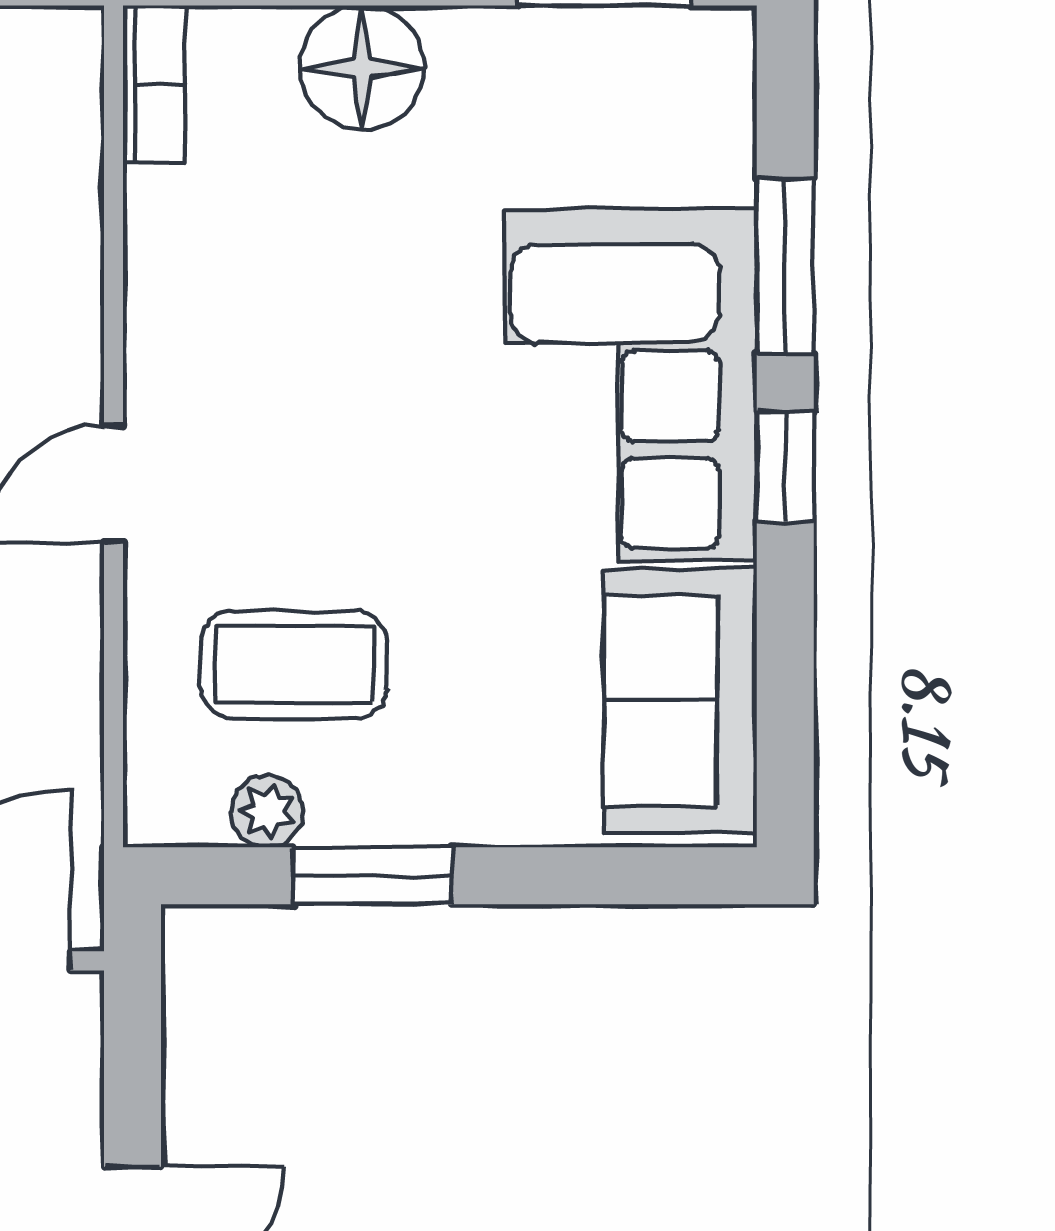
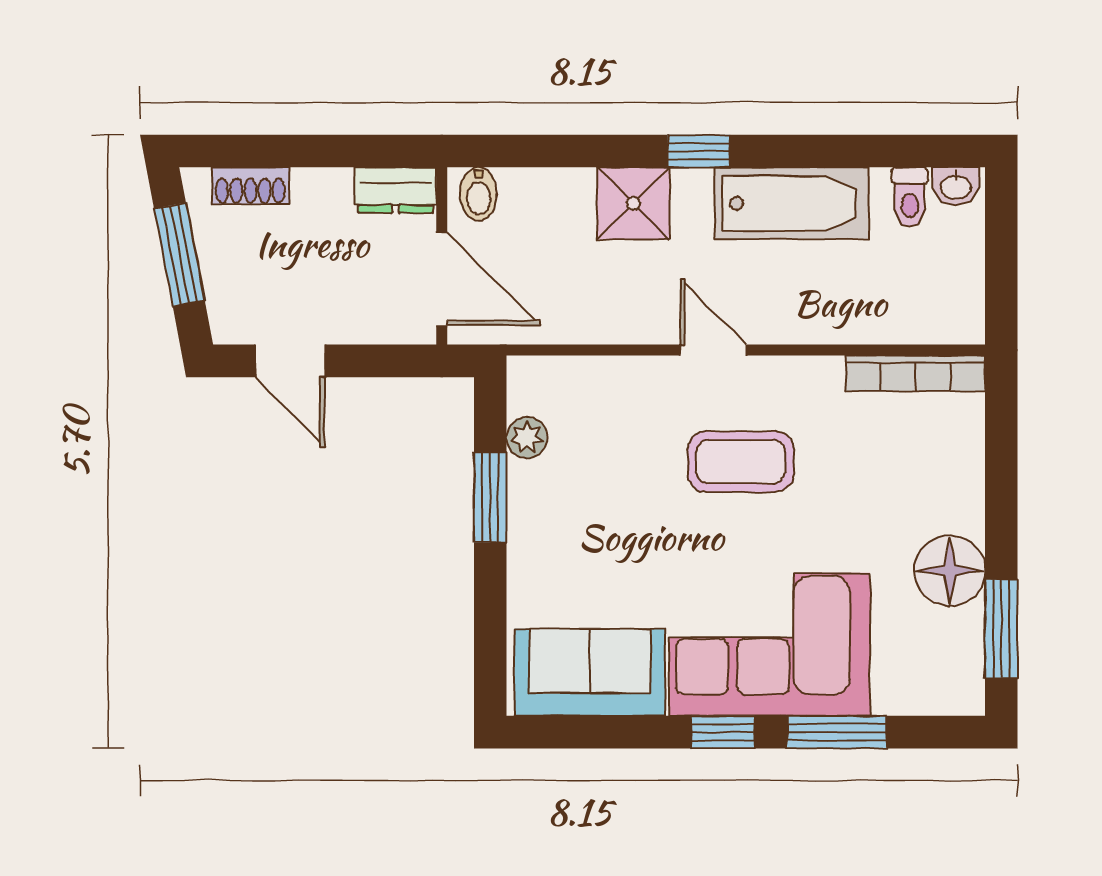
floor lamp: (362, 68) -> (950, 571), moved
bookcase: (154, 84) -> (915, 373), width x1.56
coffee table: (294, 665) -> (741, 462), moved, turned 90

